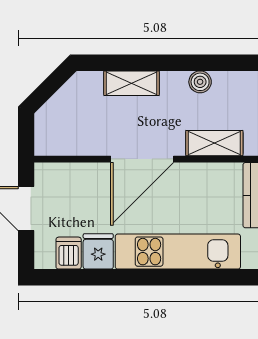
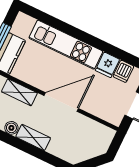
shelving: (132, 83) -> (33, 137), moved

